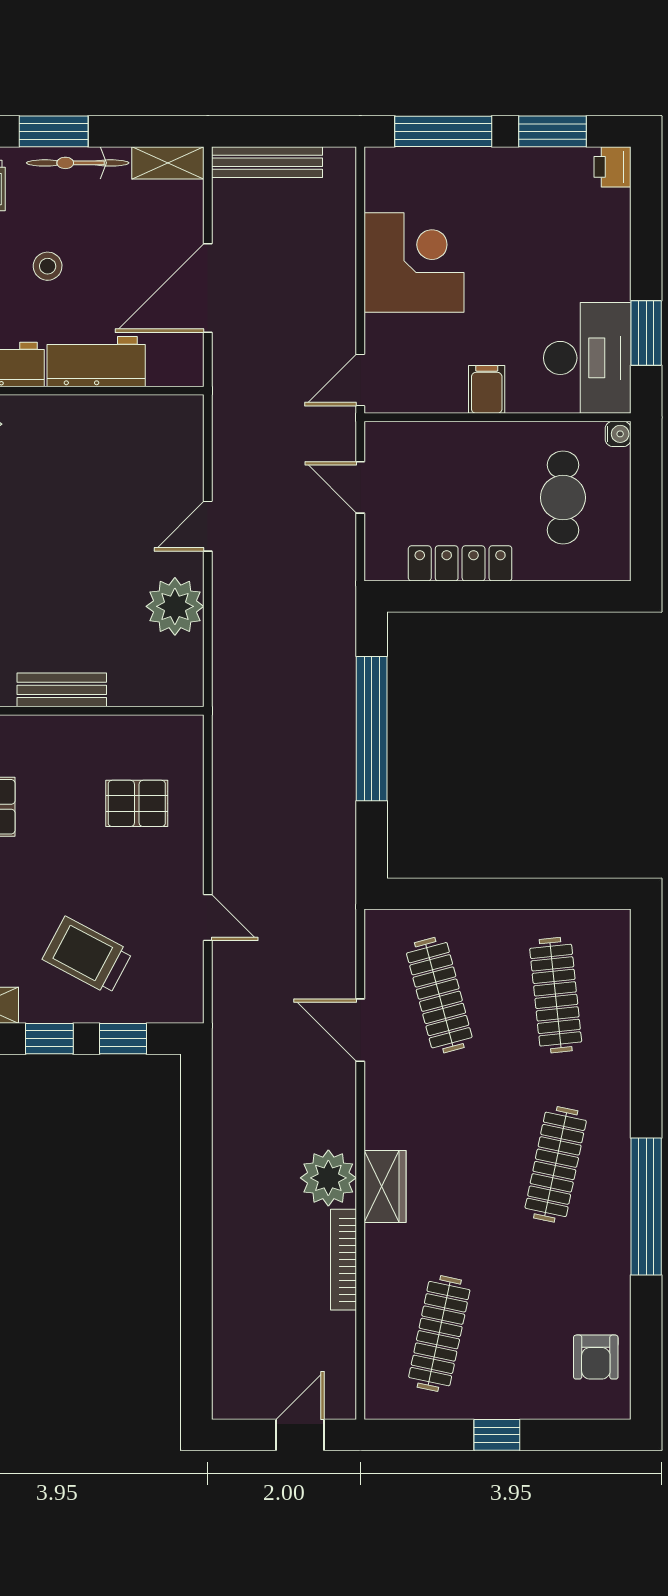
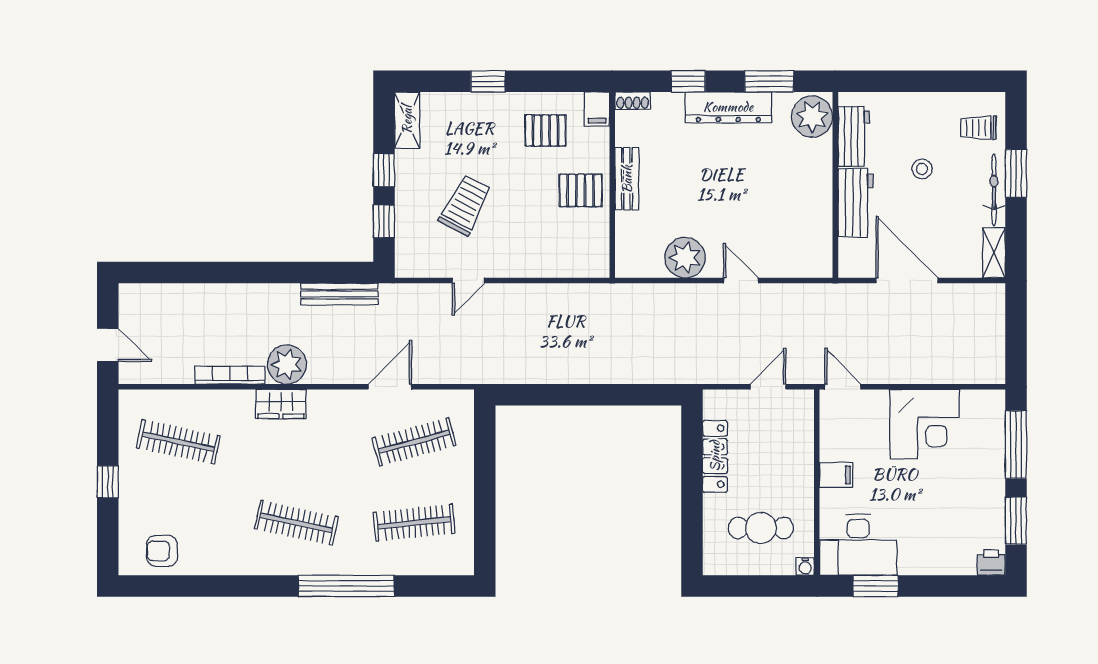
bench: (267, 162) -> (339, 294), moved, turned 90
window: (372, 729) -> (600, 395), removed
pallet: (137, 803) -> (581, 190), moved, turned 90
trolley: (87, 955) -> (465, 205), moved
window: (646, 1206) -> (346, 586), moved

